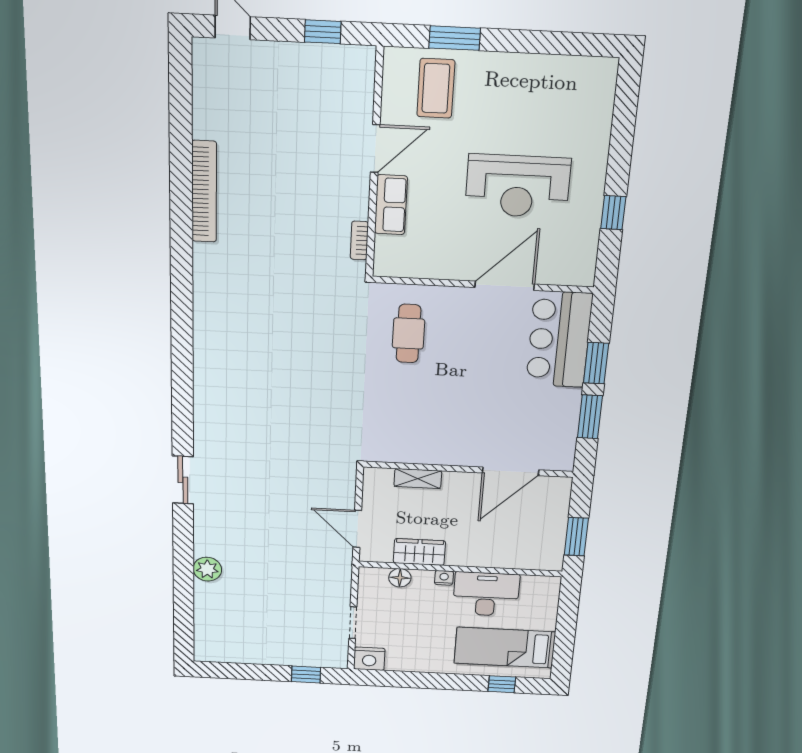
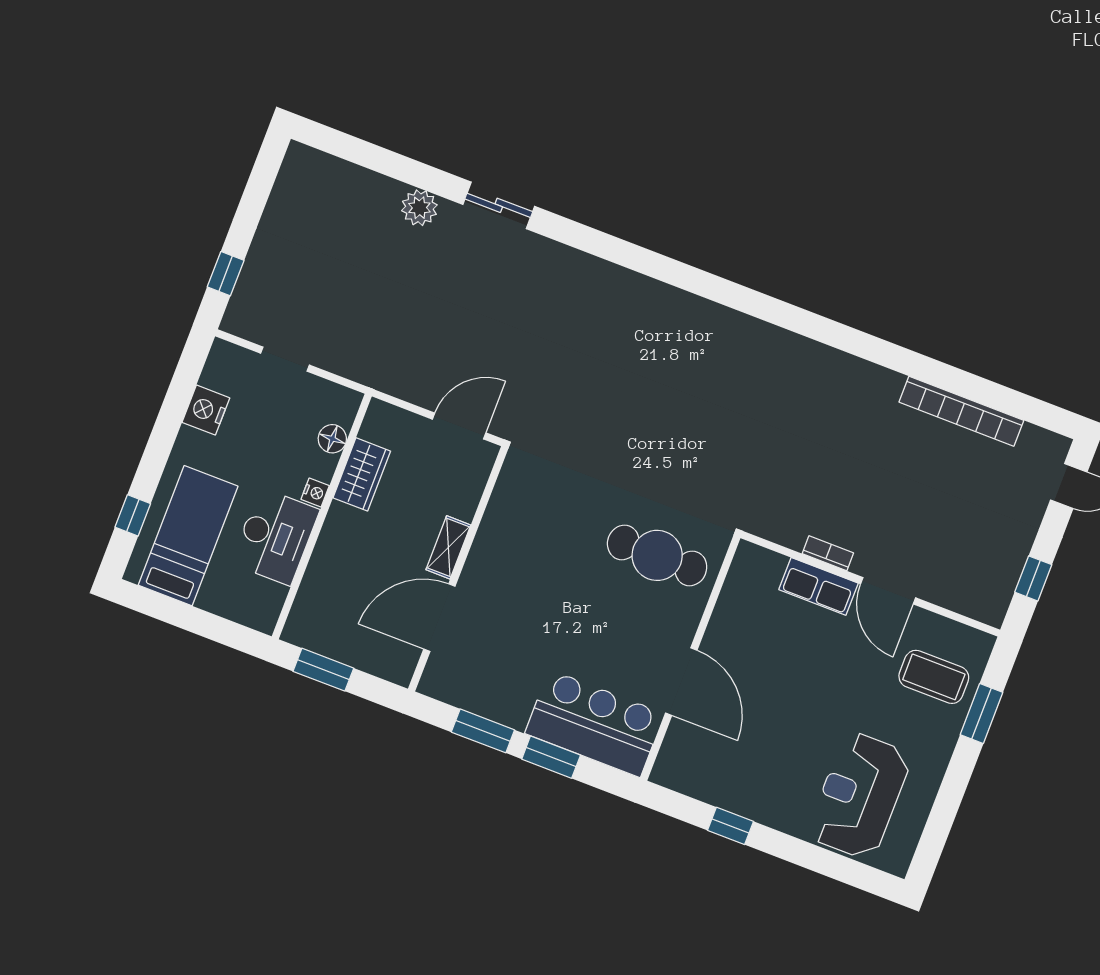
reception desk: (518, 186) -> (859, 795), moved
bookcase: (204, 192) -> (961, 411), moved
bookcase: (359, 240) -> (828, 553), moved
cafe table: (408, 334) -> (657, 555), width x1.37, depth x1.35
door: (511, 471) -> (439, 618), hinge flipped
shelving: (418, 479) -> (448, 547), moved
sliding door: (183, 480) -> (499, 205), moved
door: (357, 529) -> (459, 426), moved
nightstand: (369, 659) -> (206, 410), moved

